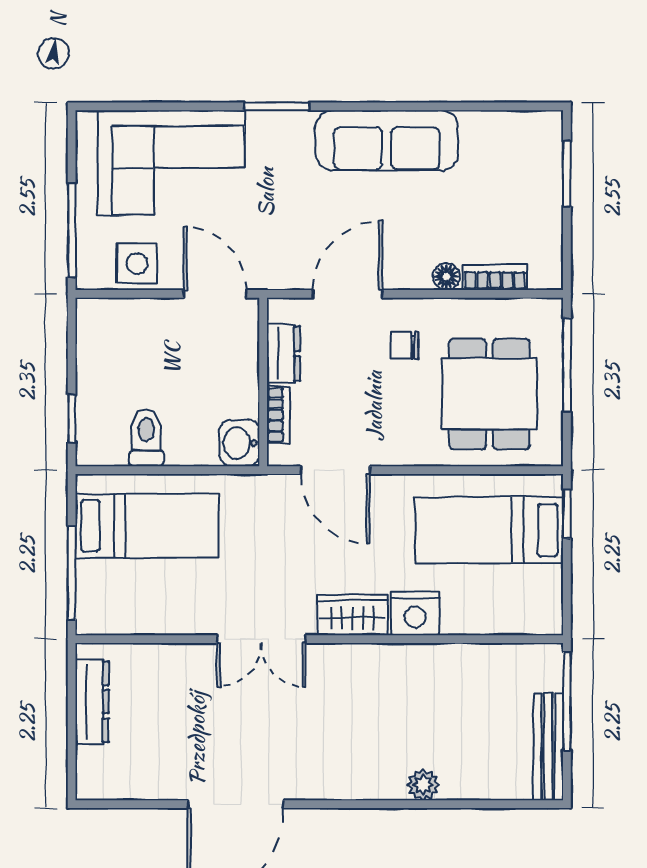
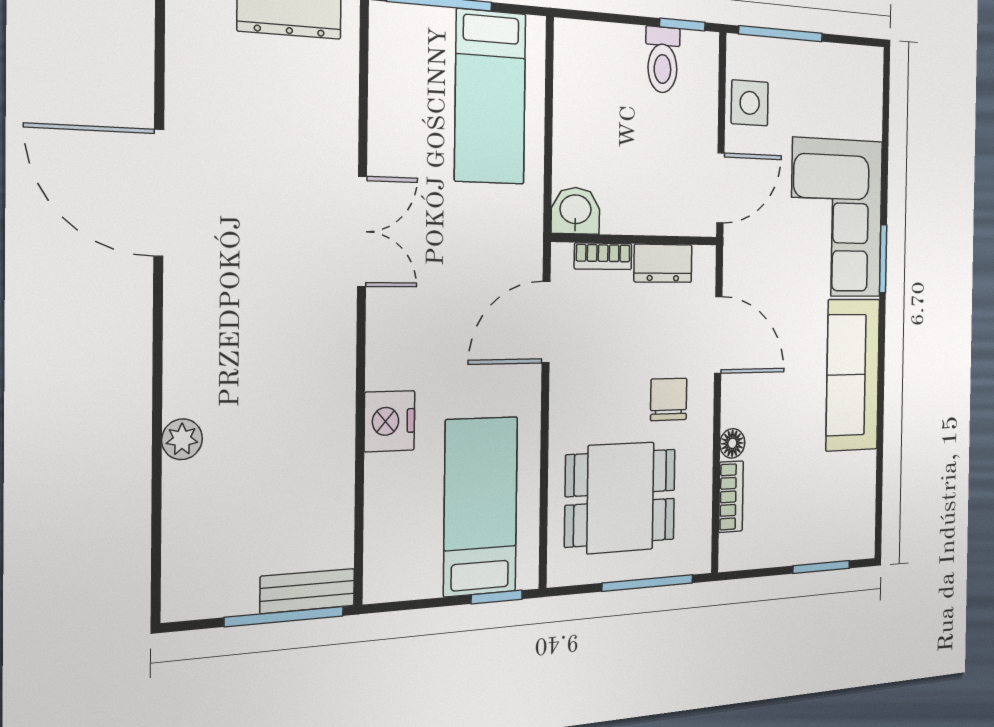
corner sofa: (171, 163) -> (837, 218), moved
chair: (405, 346) -> (669, 399), width x1.37, depth x1.37
window: (72, 418) -> (682, 24), moved
toilet: (146, 438) -> (663, 60), moved, turned 90
wardrobe: (352, 615) -> (389, 344), removed
double door: (261, 639) -> (362, 231), swing flipped
bench: (548, 747) -> (308, 591), moved, width x0.73

